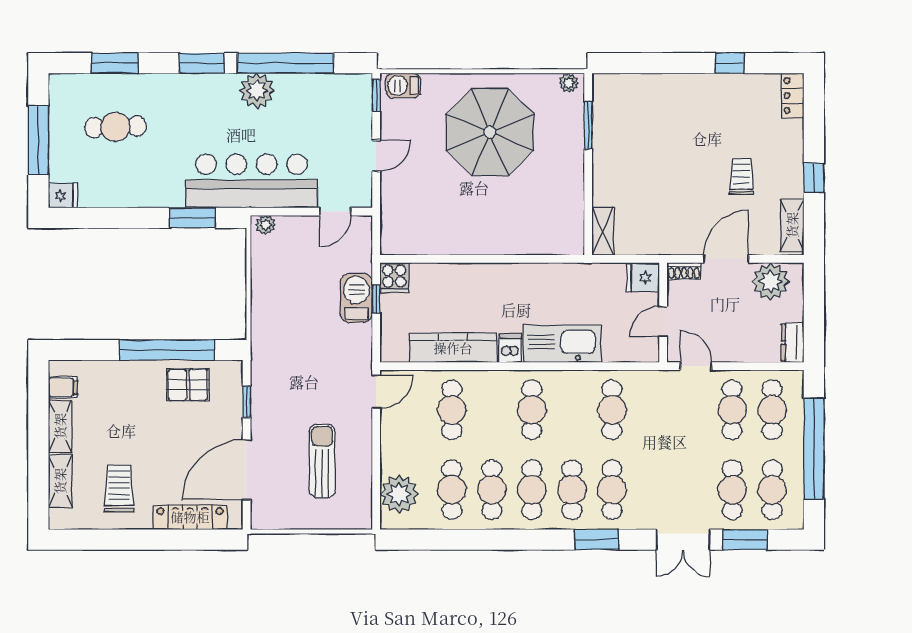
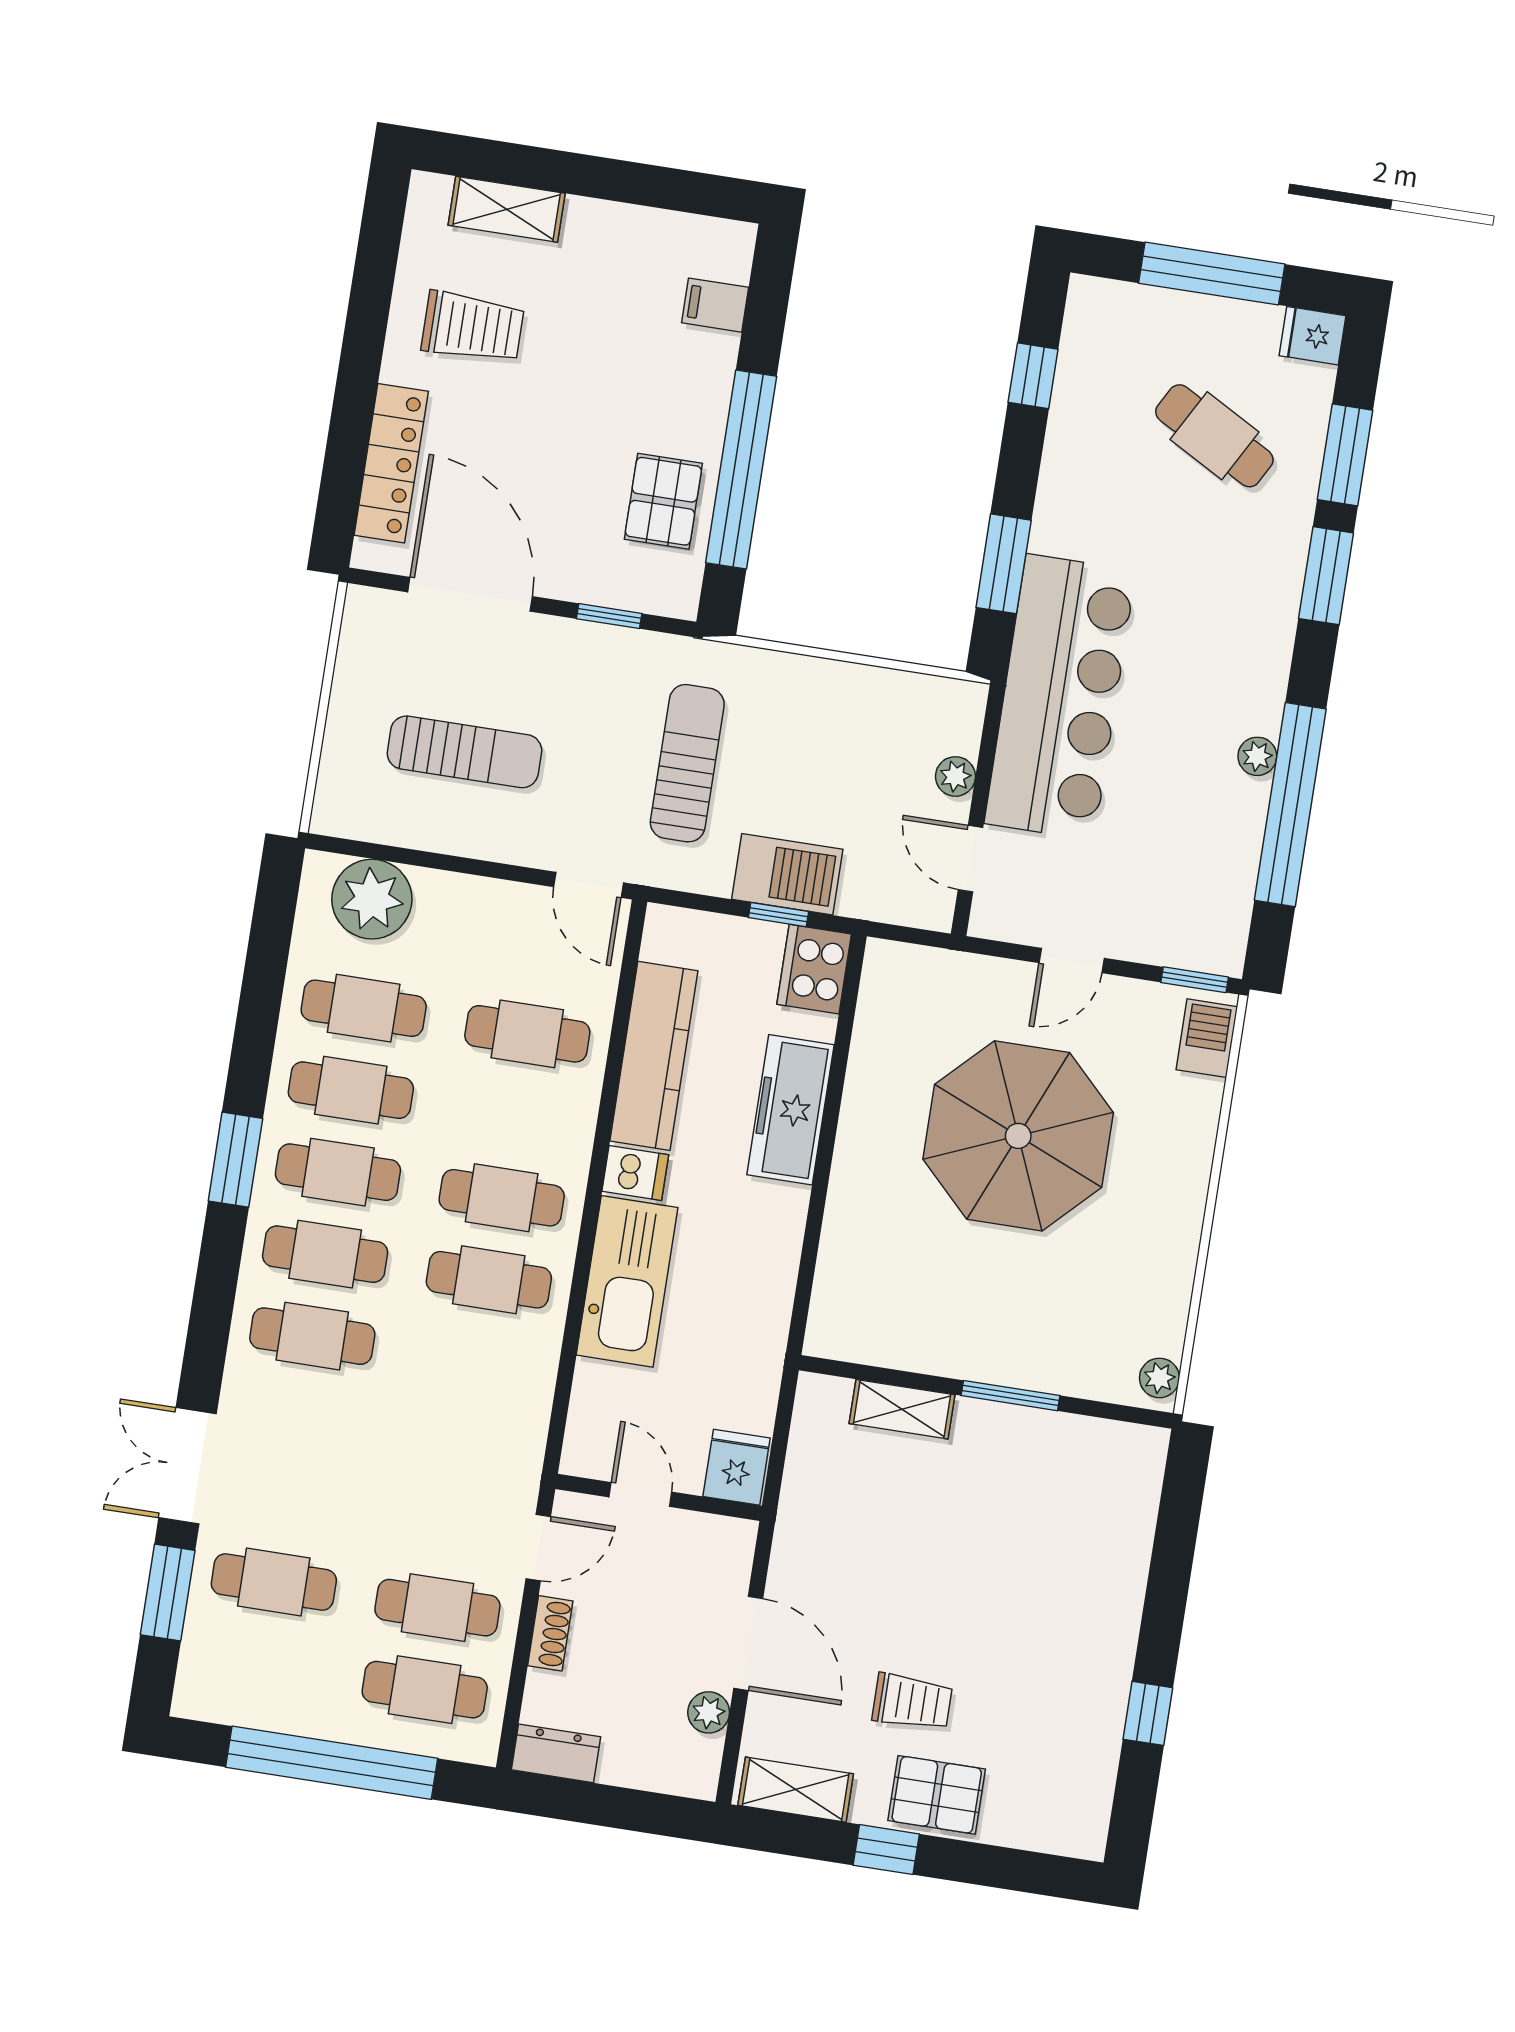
window: (202, 63) -> (1326, 576), moved
plant: (257, 91) -> (1257, 756), width x0.53, depth x0.53
locker: (793, 96) -> (1061, 1832), removed
window: (588, 125) -> (1011, 1396), moved
cafe table: (115, 127) -> (1214, 436), turned -59
parasol: (490, 132) -> (1018, 1136), moved
door: (376, 156) -> (1072, 960), hinge flipped
pallet: (784, 158) -> (937, 1795), added
fridge: (63, 196) -> (1313, 336), moved, turned 90
window: (100, 218) -> (1033, 376), added
plant: (266, 225) -> (955, 776), moved
shelving: (603, 231) -> (902, 1409), moved
shoe rack: (684, 271) -> (550, 1633), moved, turned 180
cooker: (394, 278) -> (814, 969), width x1.36
freezer: (468, 279) -> (790, 1110), added
plant: (771, 281) -> (709, 1712), width x0.53, depth x0.53
sun lounger: (311, 354) -> (687, 763), added
filing cabinet: (63, 387) -> (715, 305), moved, turned 90
cafe table: (612, 410) -> (489, 1280), moved
shelving: (60, 426) -> (619, 226), removed
cafe table: (772, 490) -> (261, 1664), removed
window: (597, 540) -> (235, 1160), moved

